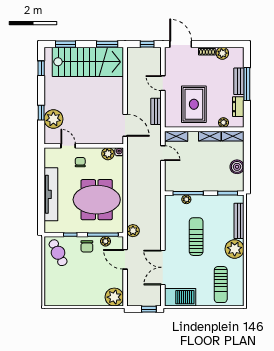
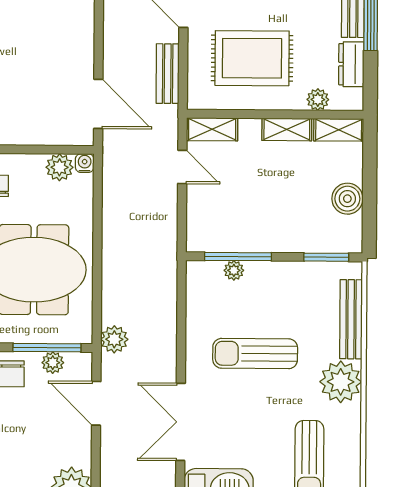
rug: (194, 104) -> (252, 58), turned 90
sun lounger: (196, 237) -> (255, 354), turned -90

